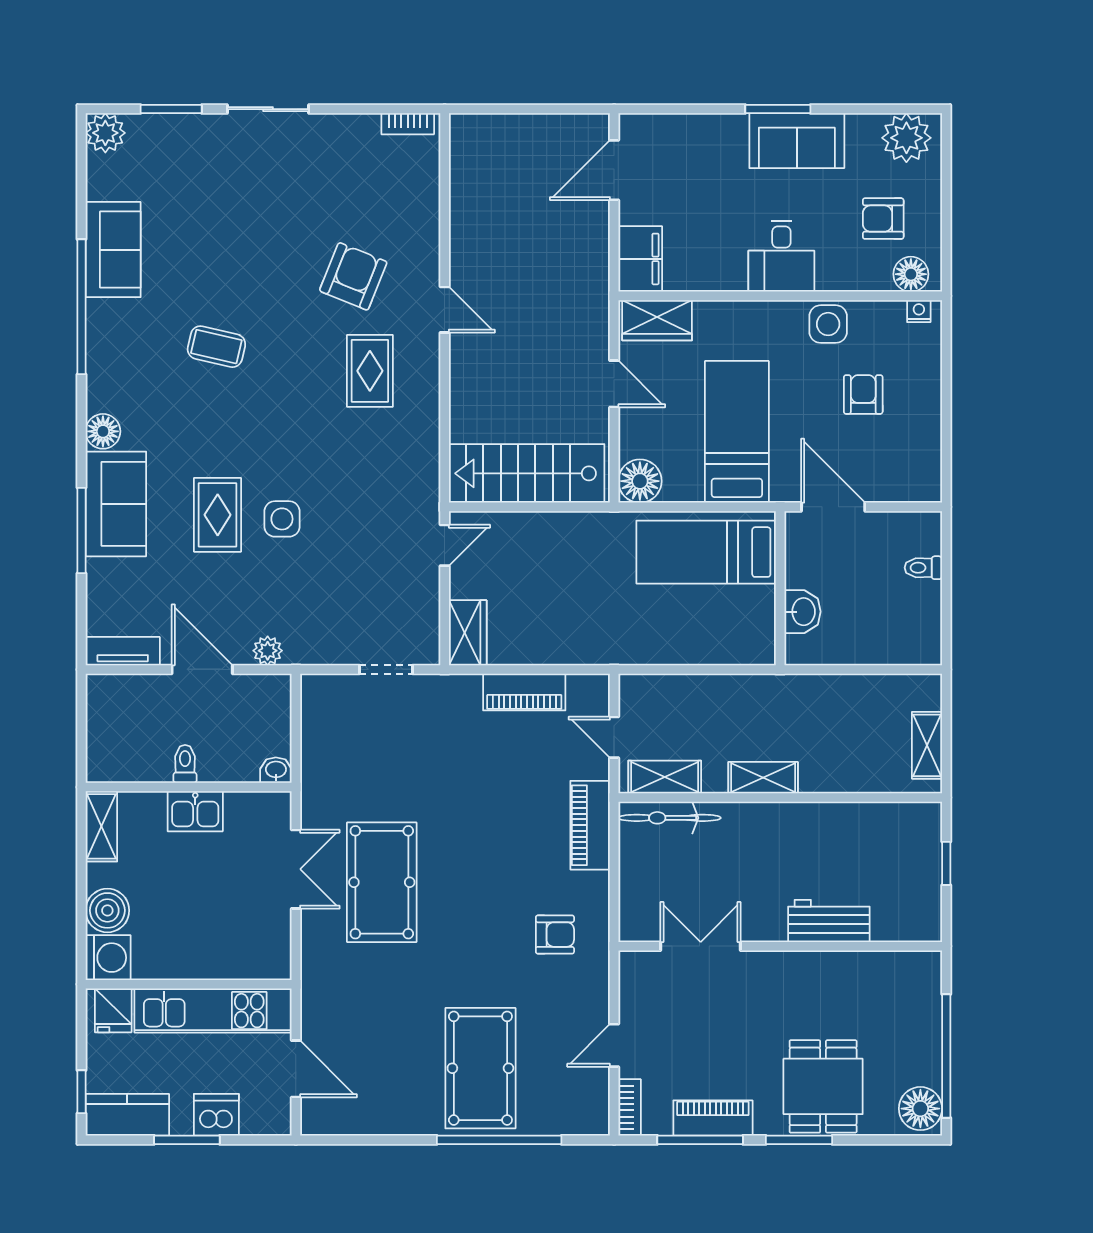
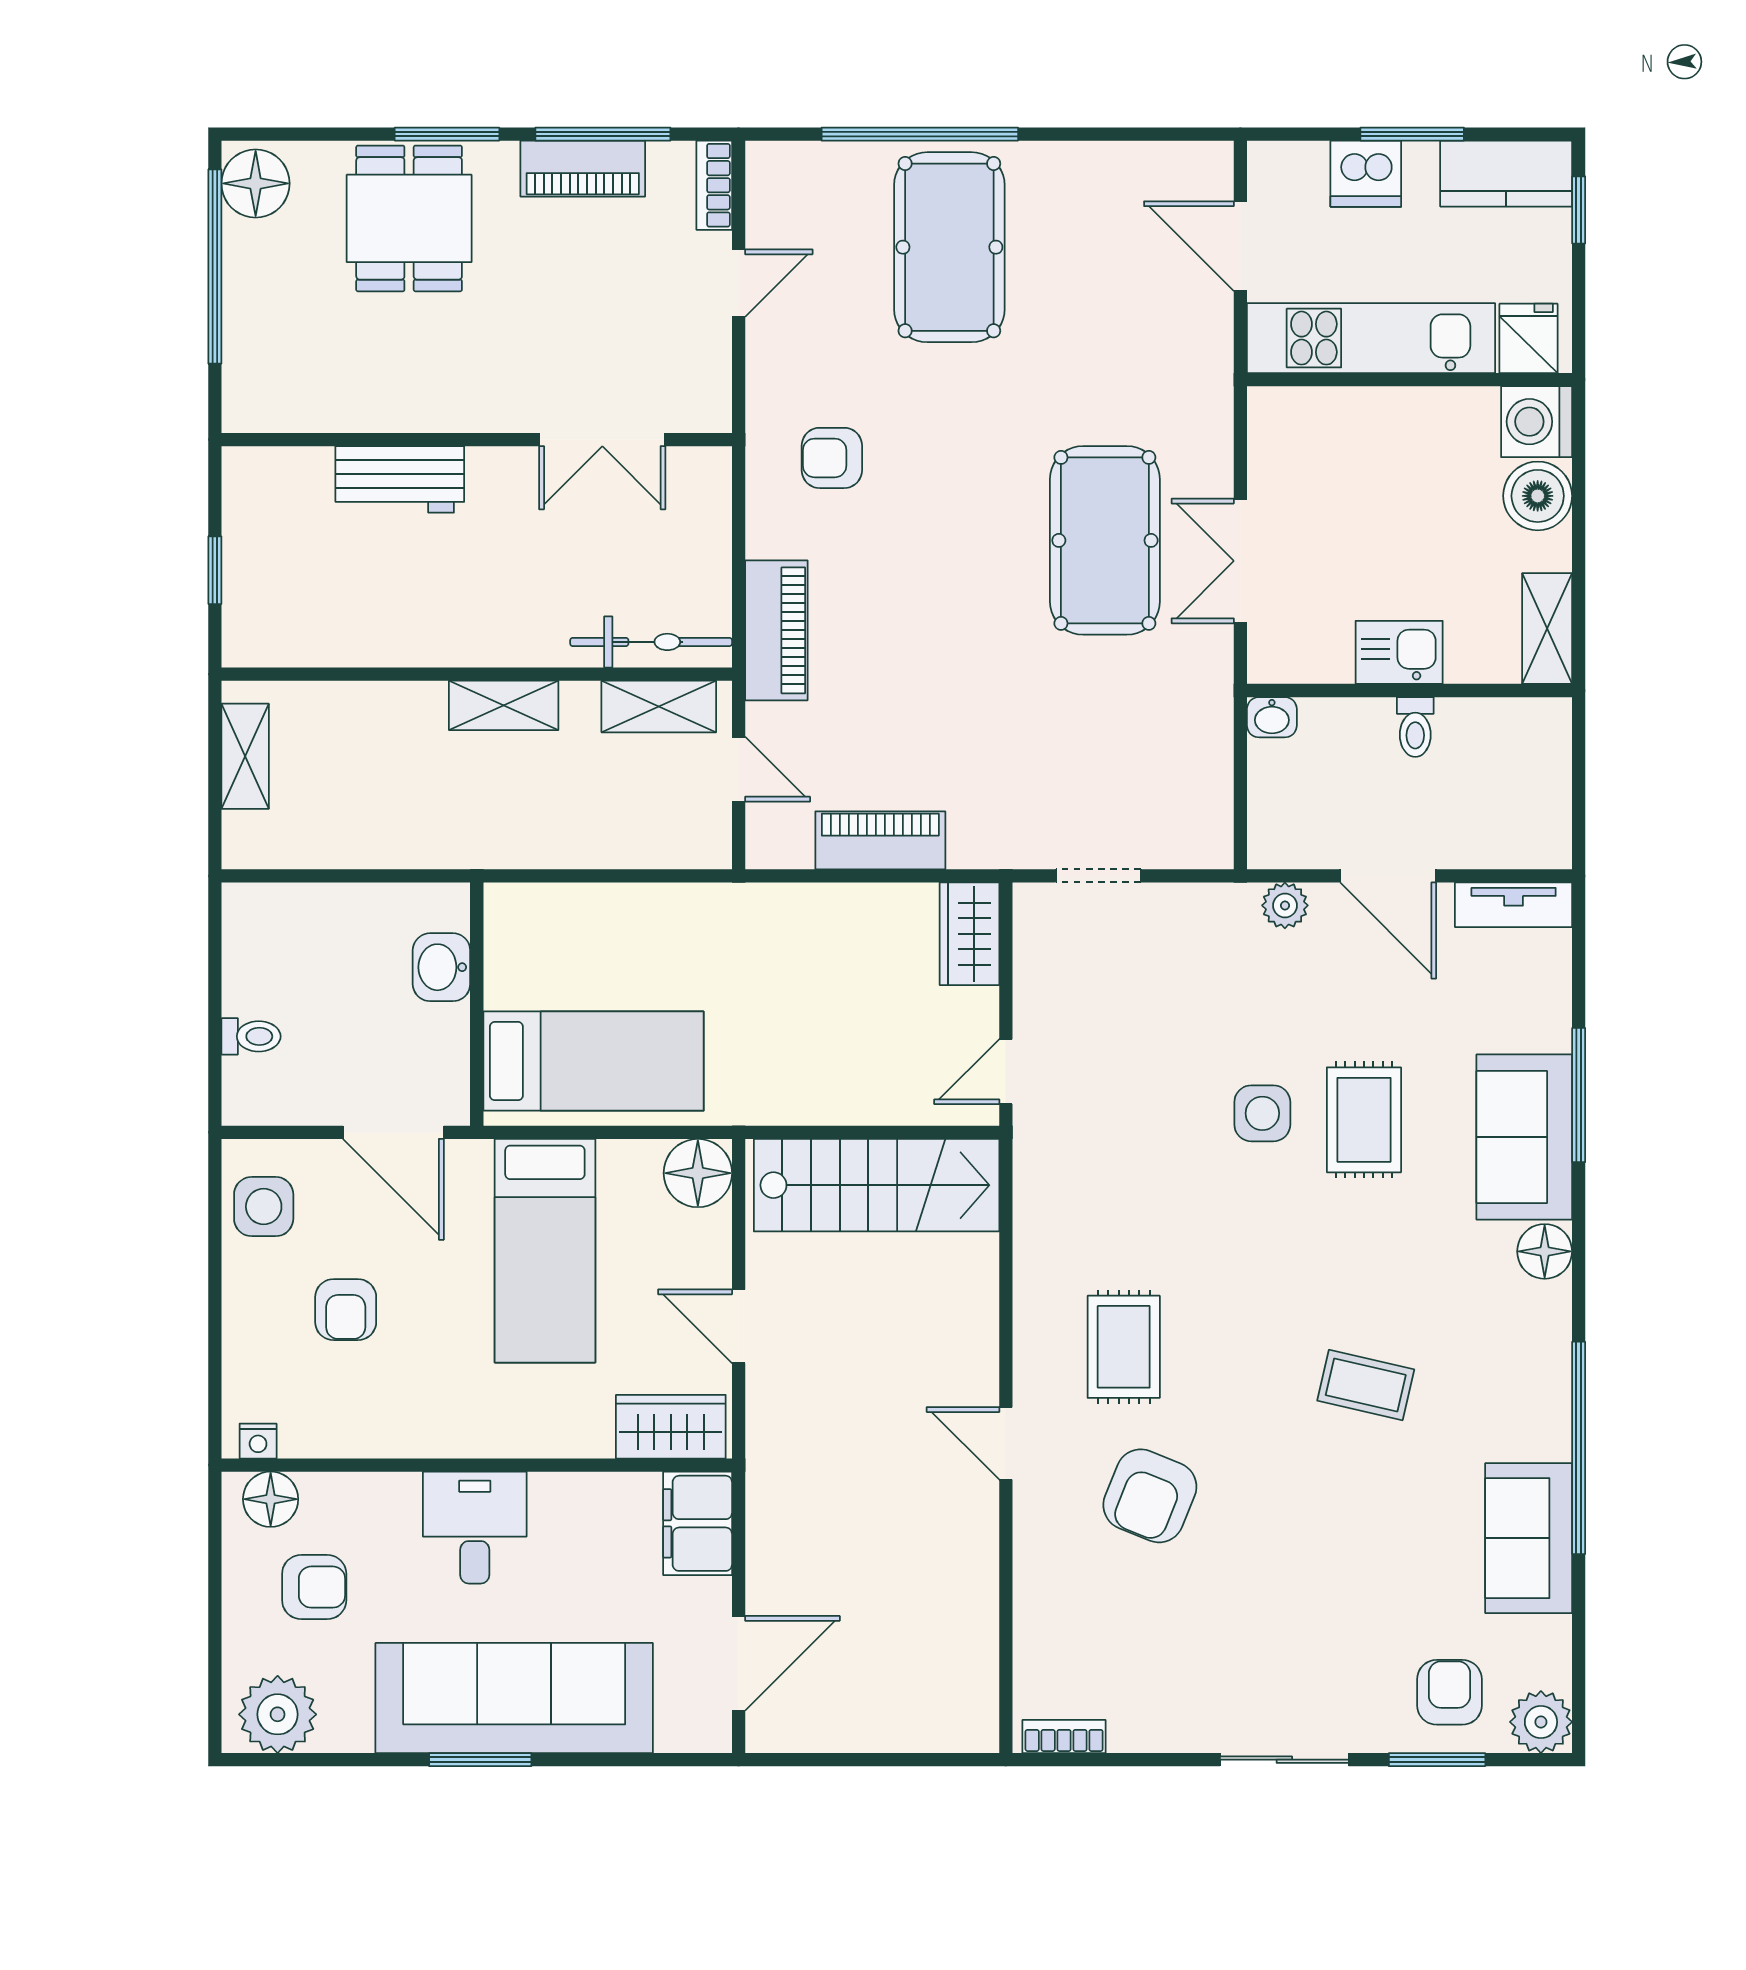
sofa: (797, 141) -> (514, 1698), width x1.85, depth x1.27
armchair: (163, 152) -> (1449, 1692), added
side table: (828, 324) -> (264, 1207), moved

